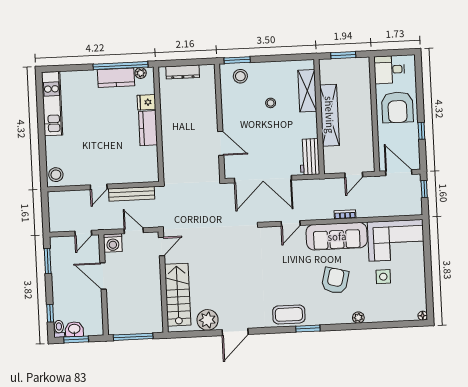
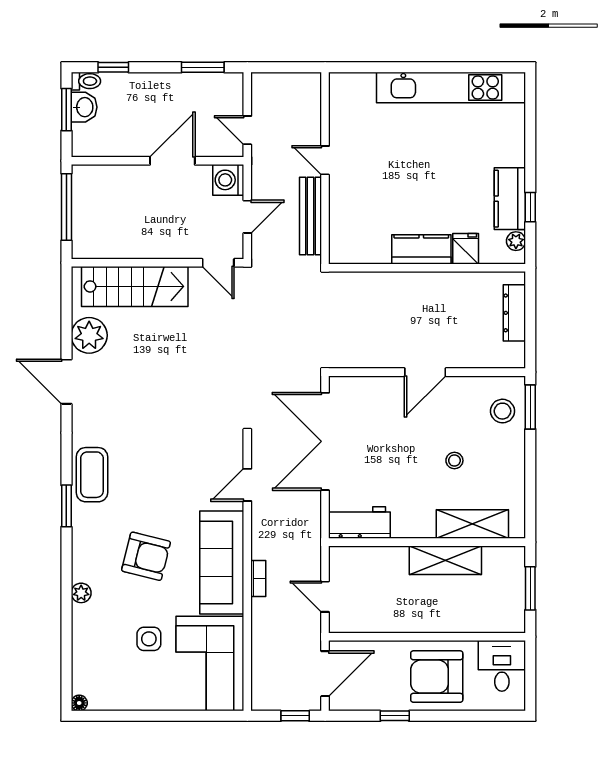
window: (120, 66) -> (530, 207), width x0.32
kitchen unit: (52, 104) -> (451, 88), width x1.36
shelving: (330, 115) -> (445, 560), width x0.68
door: (221, 143) -> (425, 372), moved
stool: (56, 175) -> (349, 88), removed
door: (291, 223) -> (247, 485), hinge flipped

